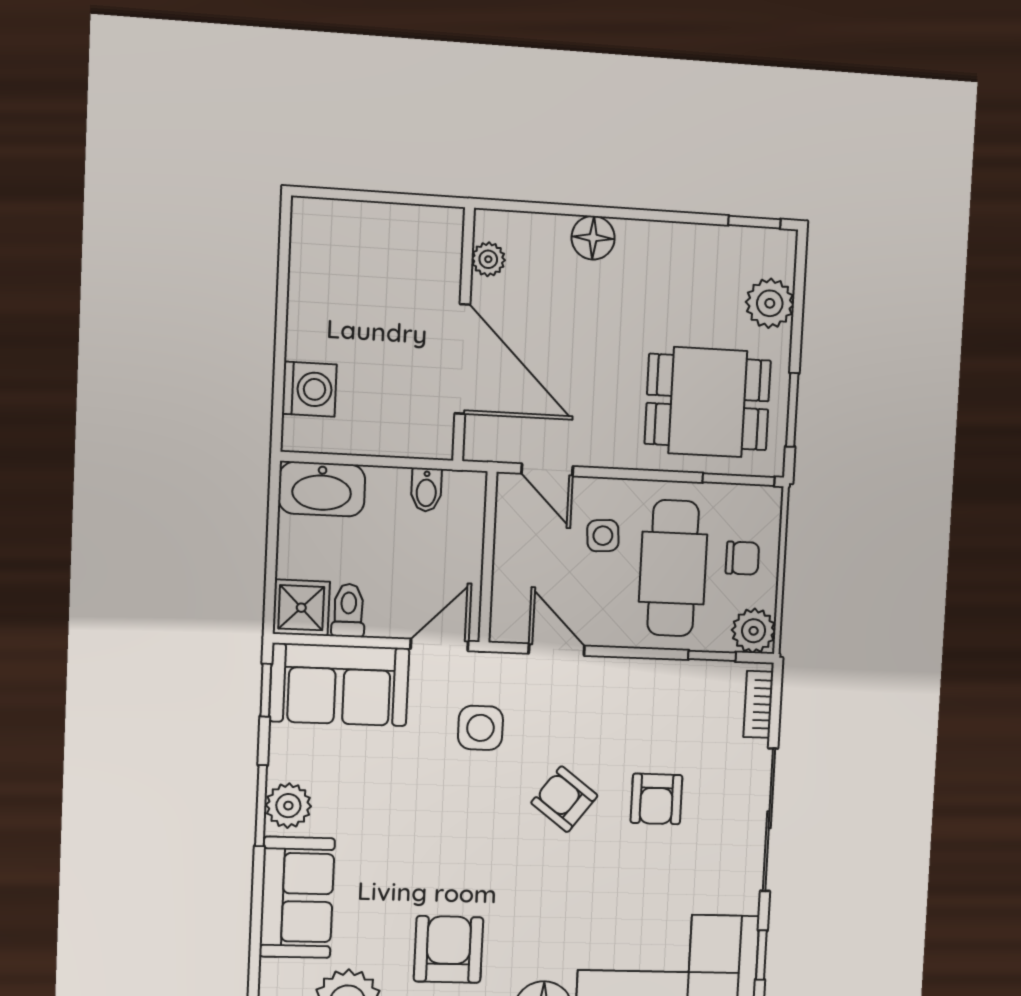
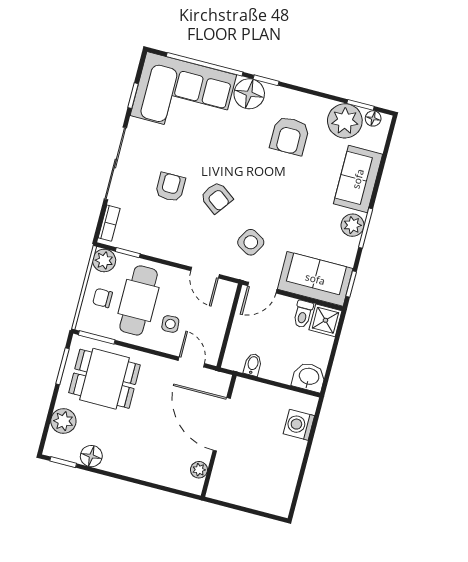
floor lamp: (593, 238) -> (91, 456), moved
washbasin: (322, 489) -> (309, 377), width x0.72
side table: (480, 728) -> (251, 242), turned 30

